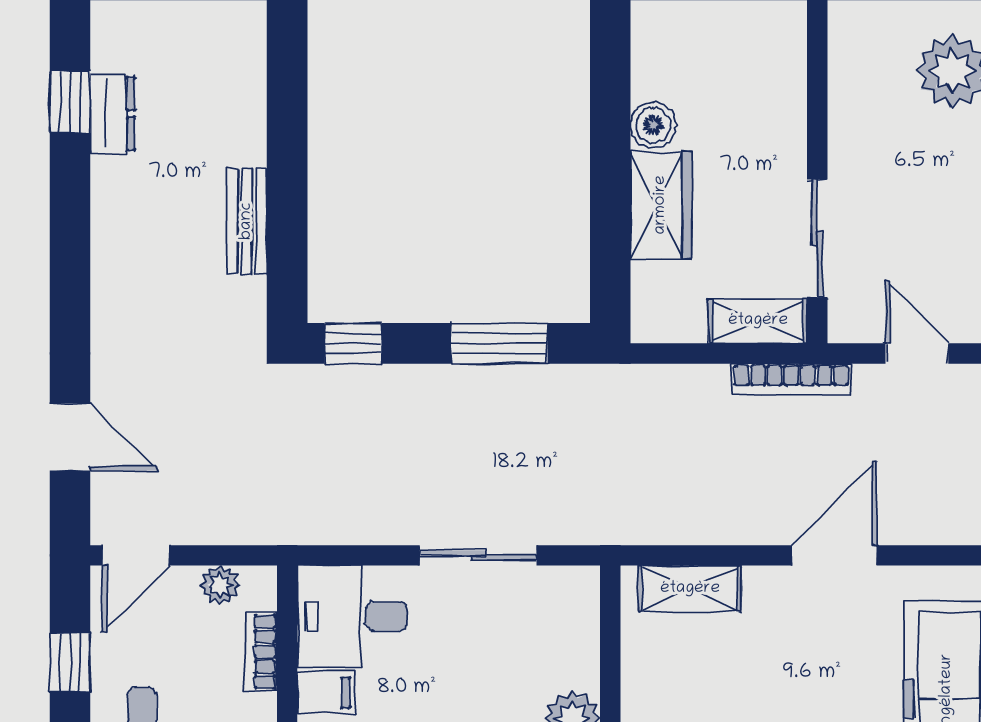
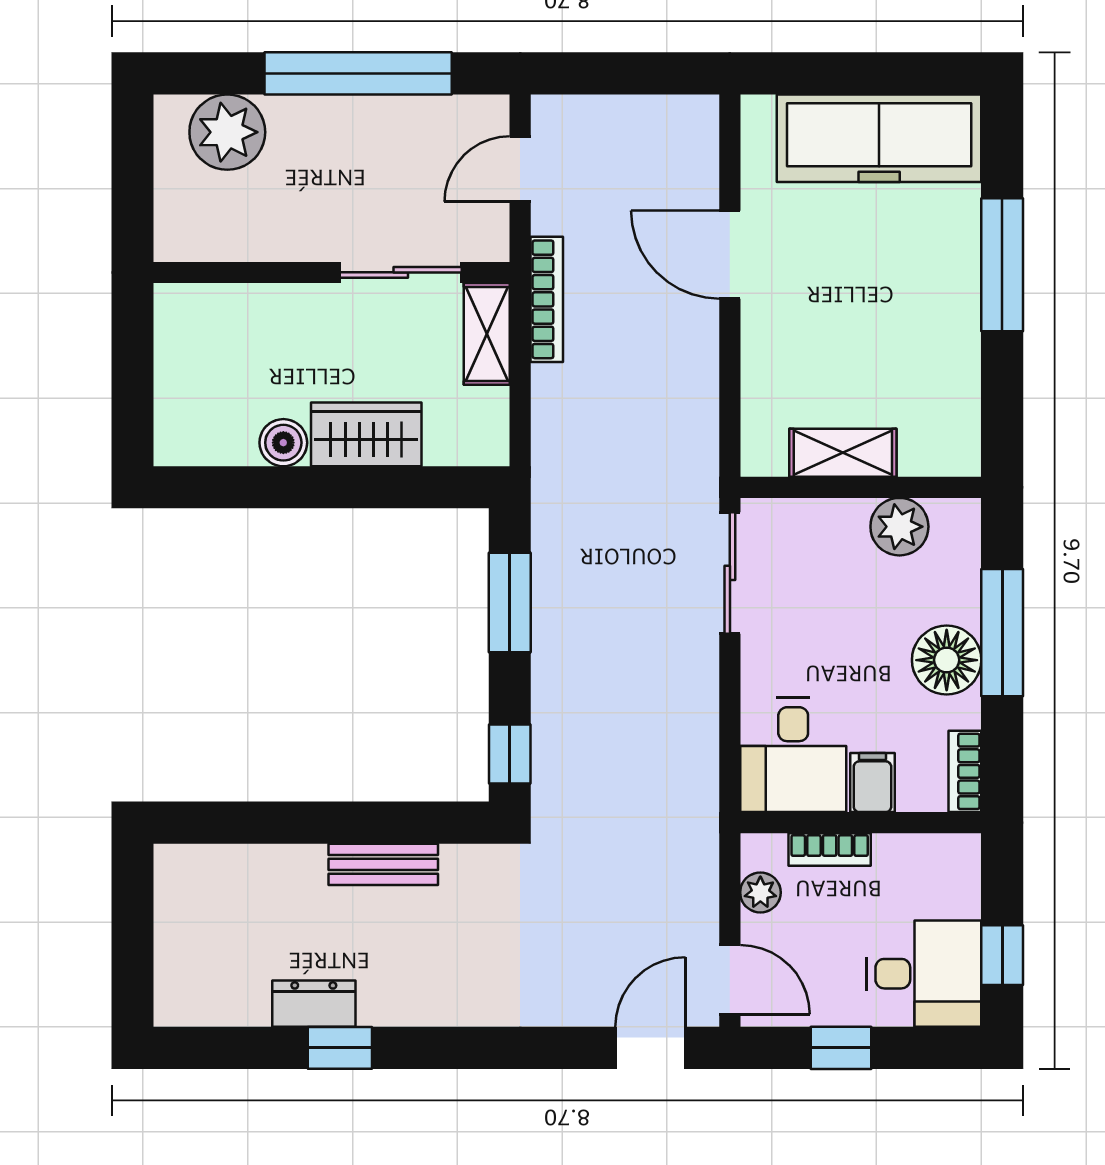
window: (70, 102) -> (340, 1048), moved
dresser: (113, 114) -> (314, 1004), moved
door: (70, 437) -> (650, 1048), moved
sliding door: (478, 555) -> (730, 573), moved
shelving: (690, 589) -> (843, 453), moved, turned 90

